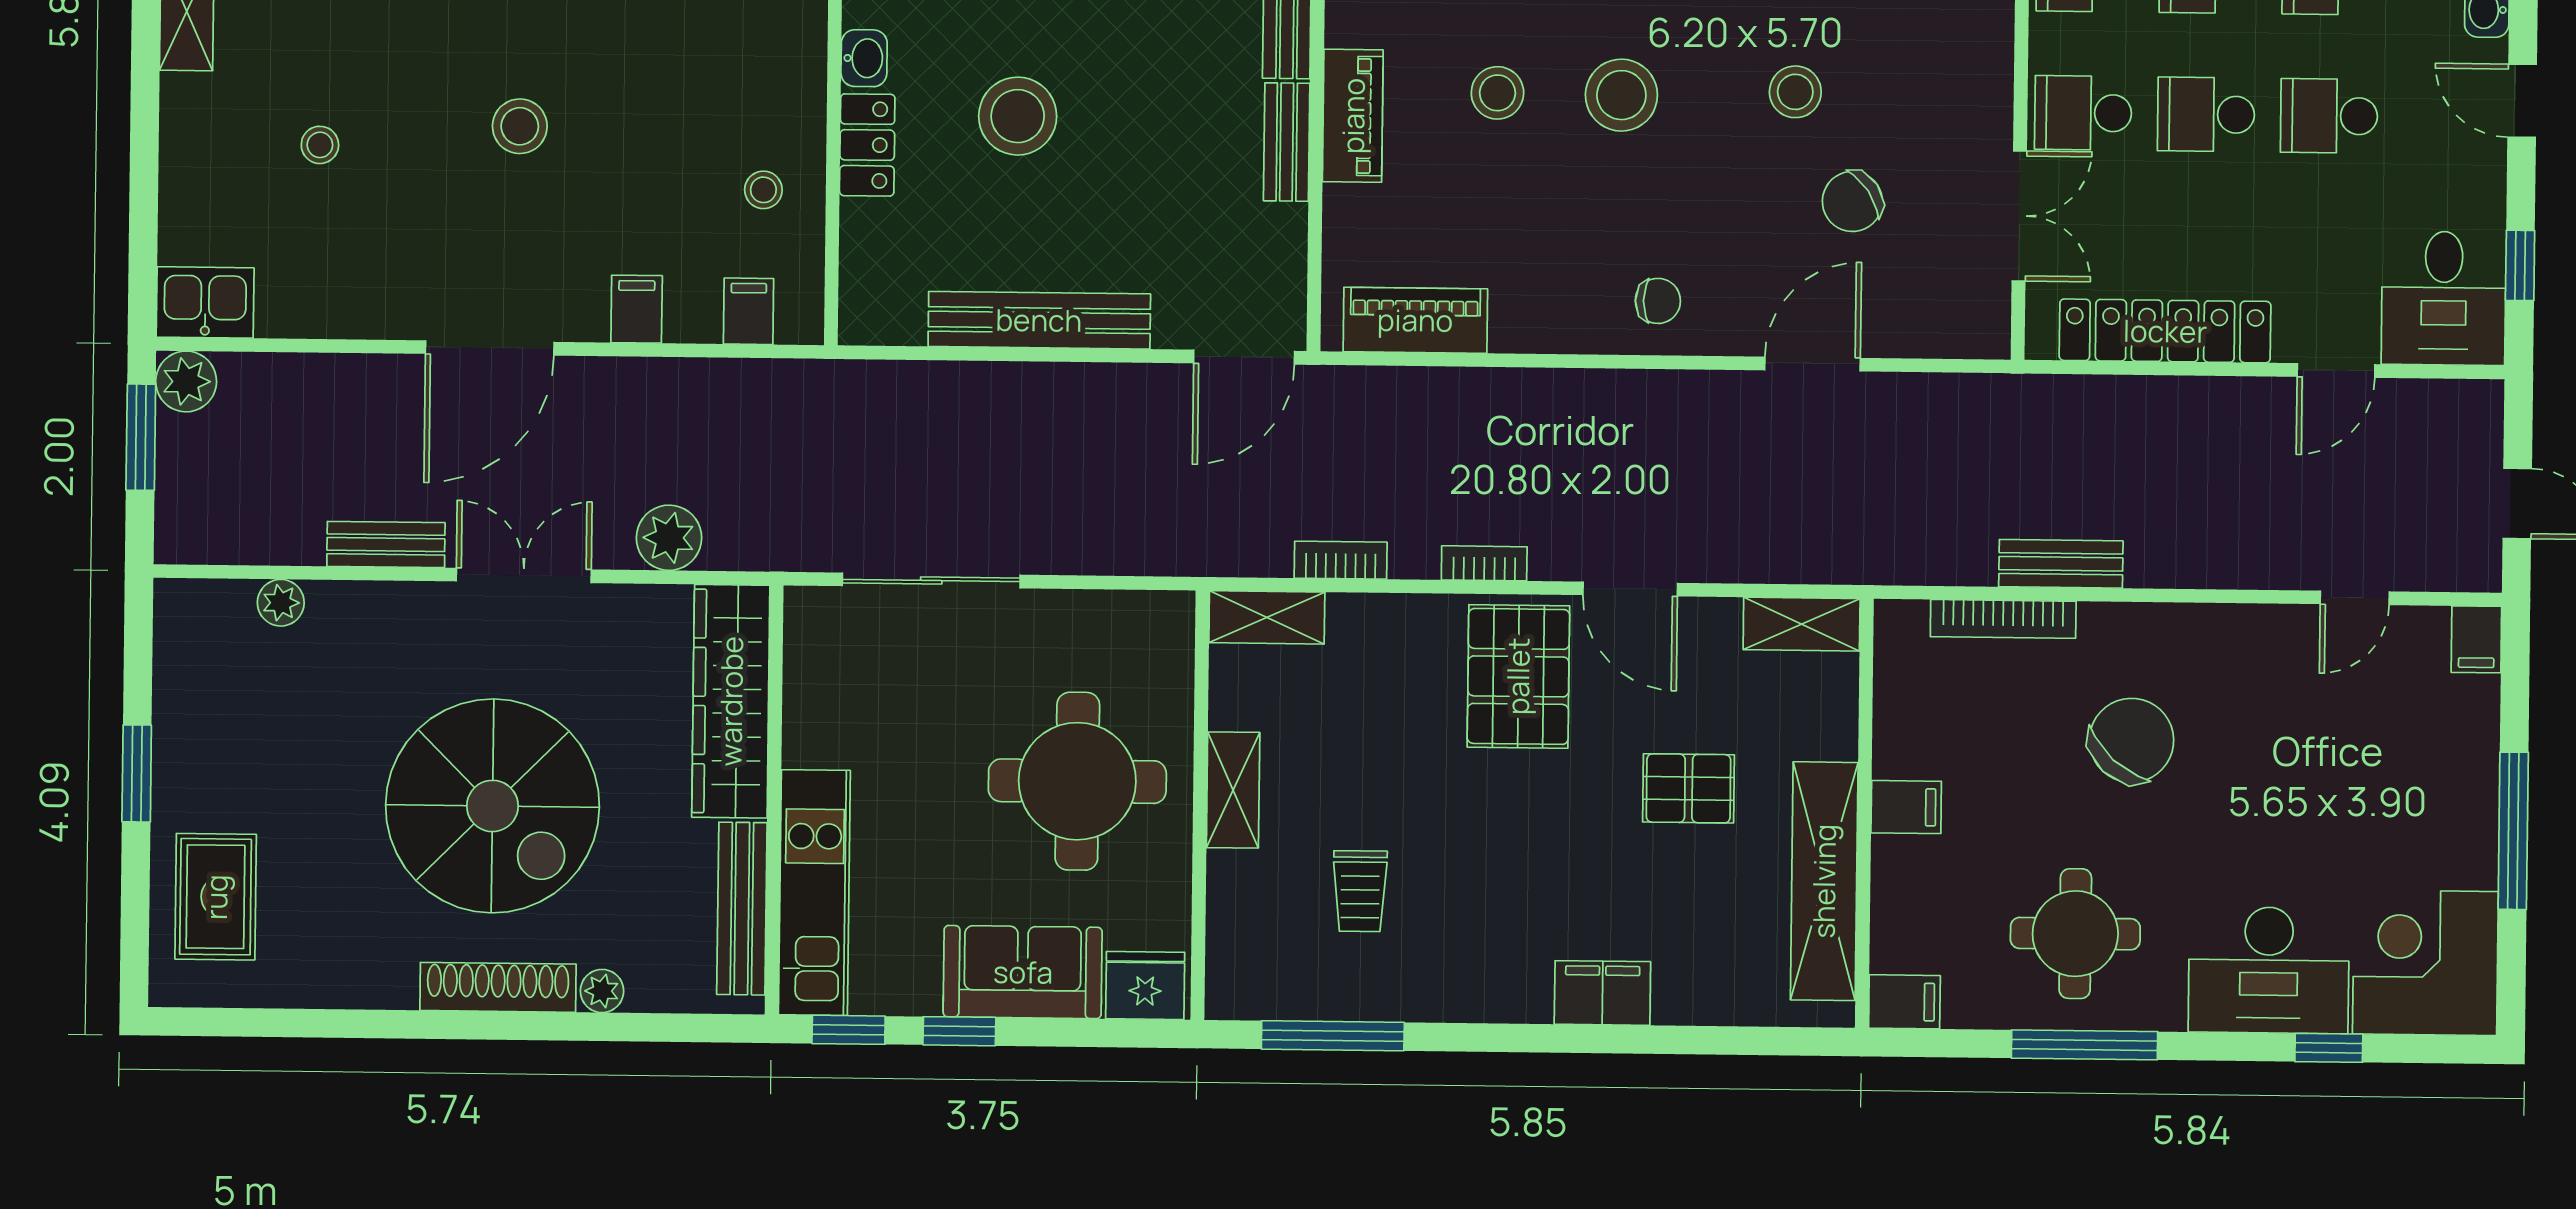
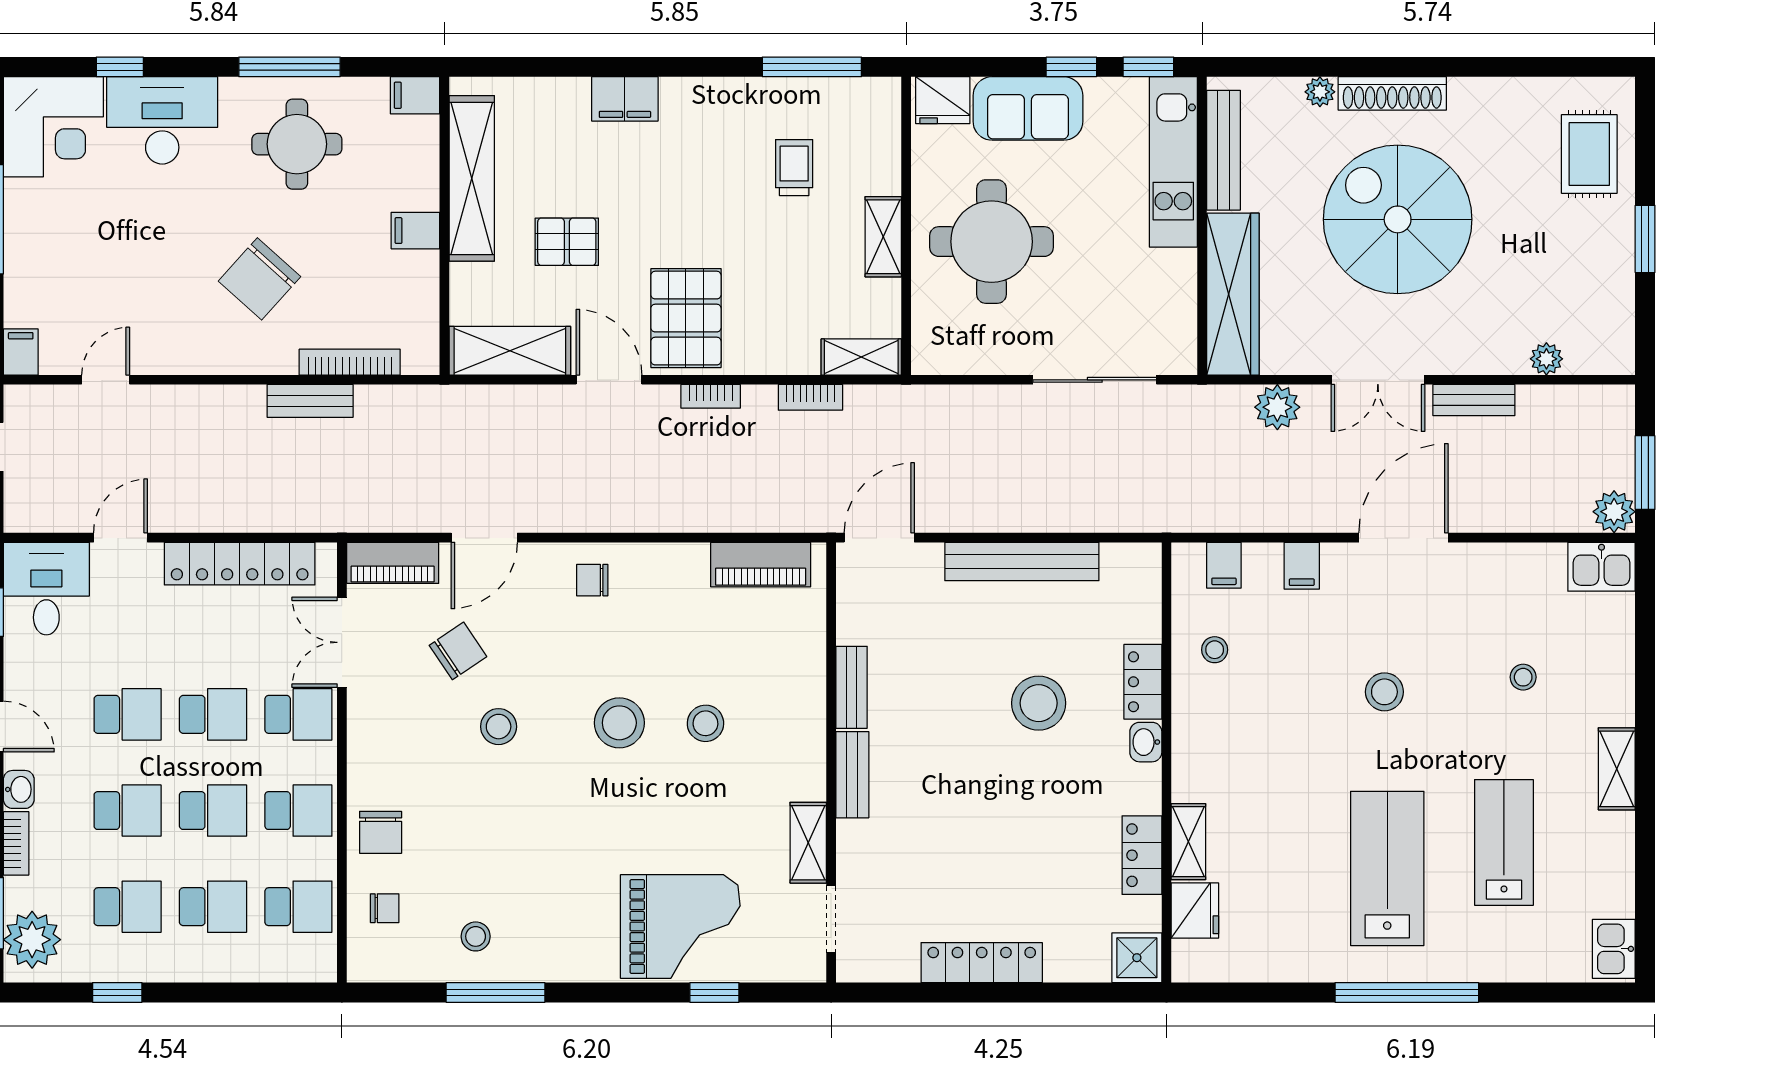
piano: (1353, 116) -> (393, 563), moved, turned -90
shelving: (1802, 624) -> (510, 351), width x1.50, depth x1.33

